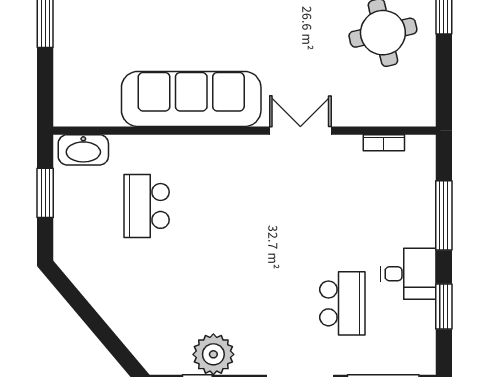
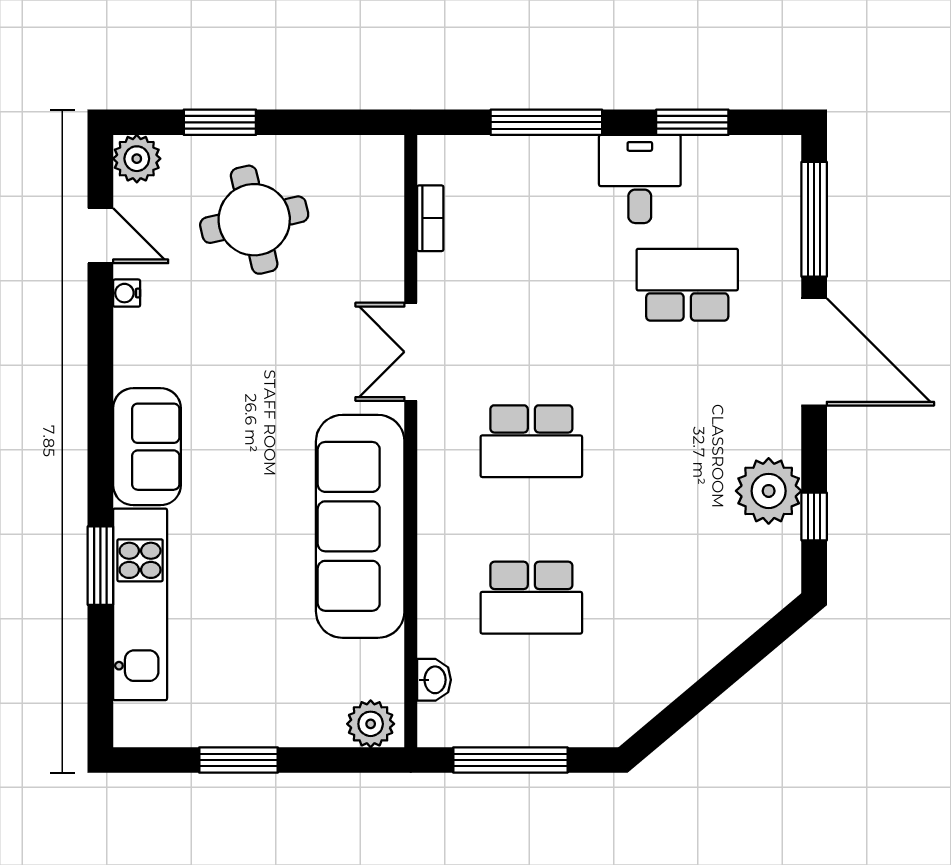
plant: (68, 105) -> (371, 724), added
washbasin: (83, 150) -> (434, 680), width x0.52, depth x0.69
window: (45, 193) -> (510, 760), width x1.44
school desk: (244, 206) -> (531, 441), added

